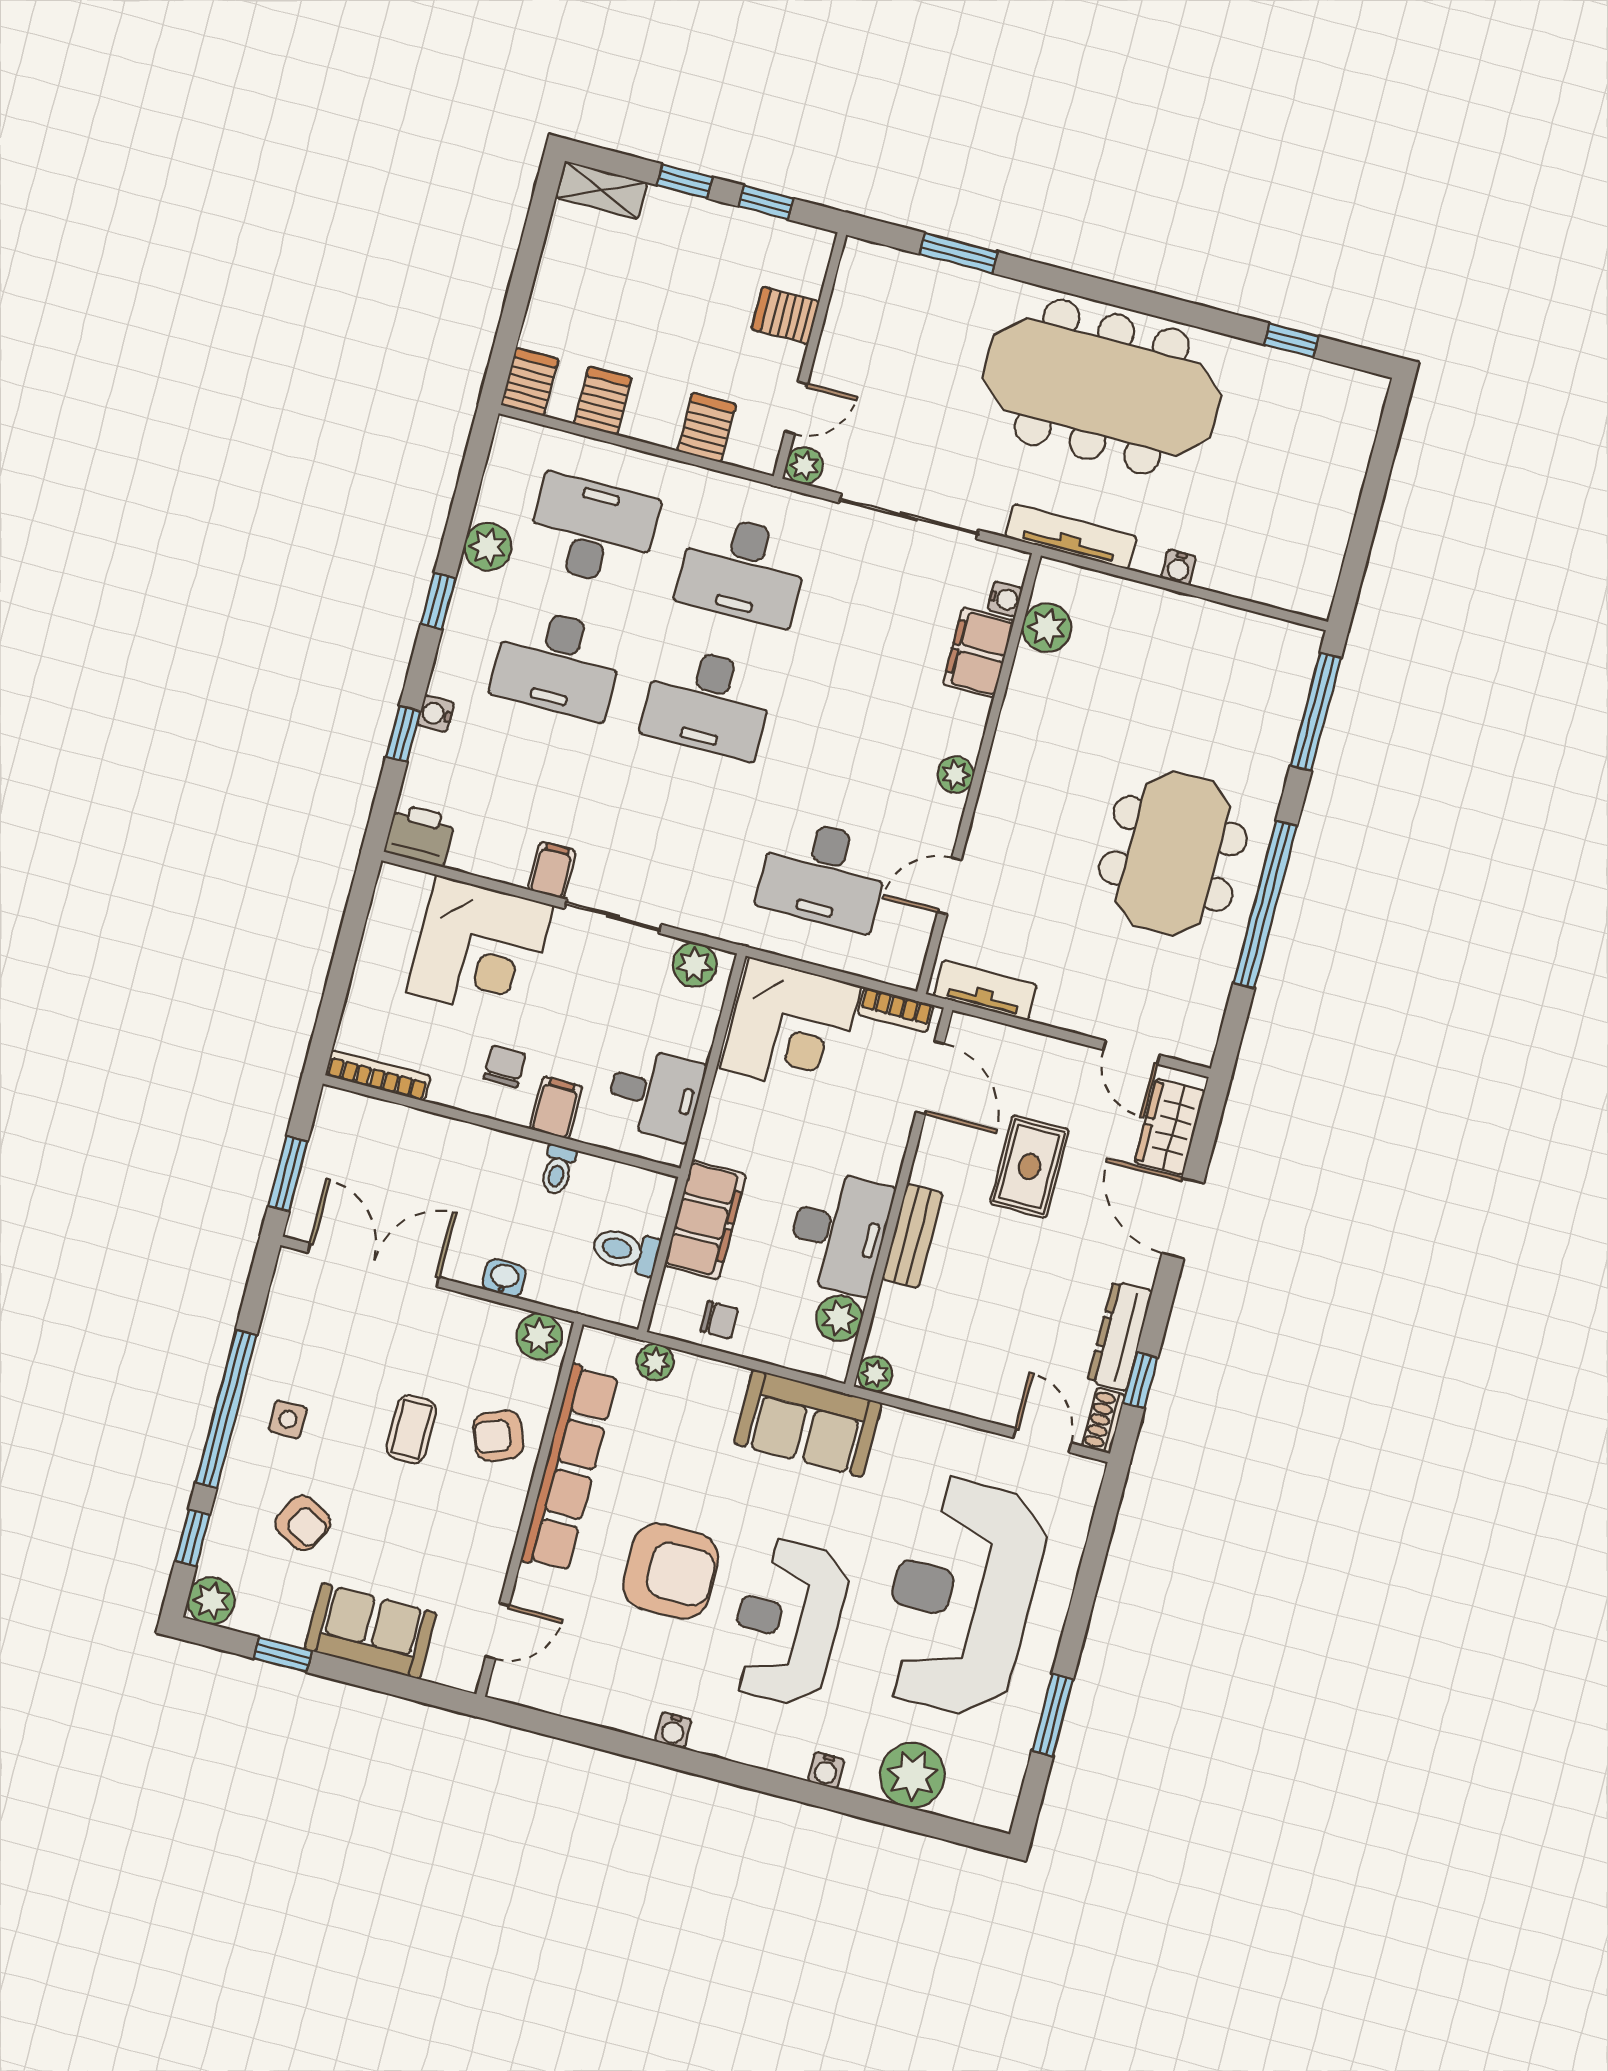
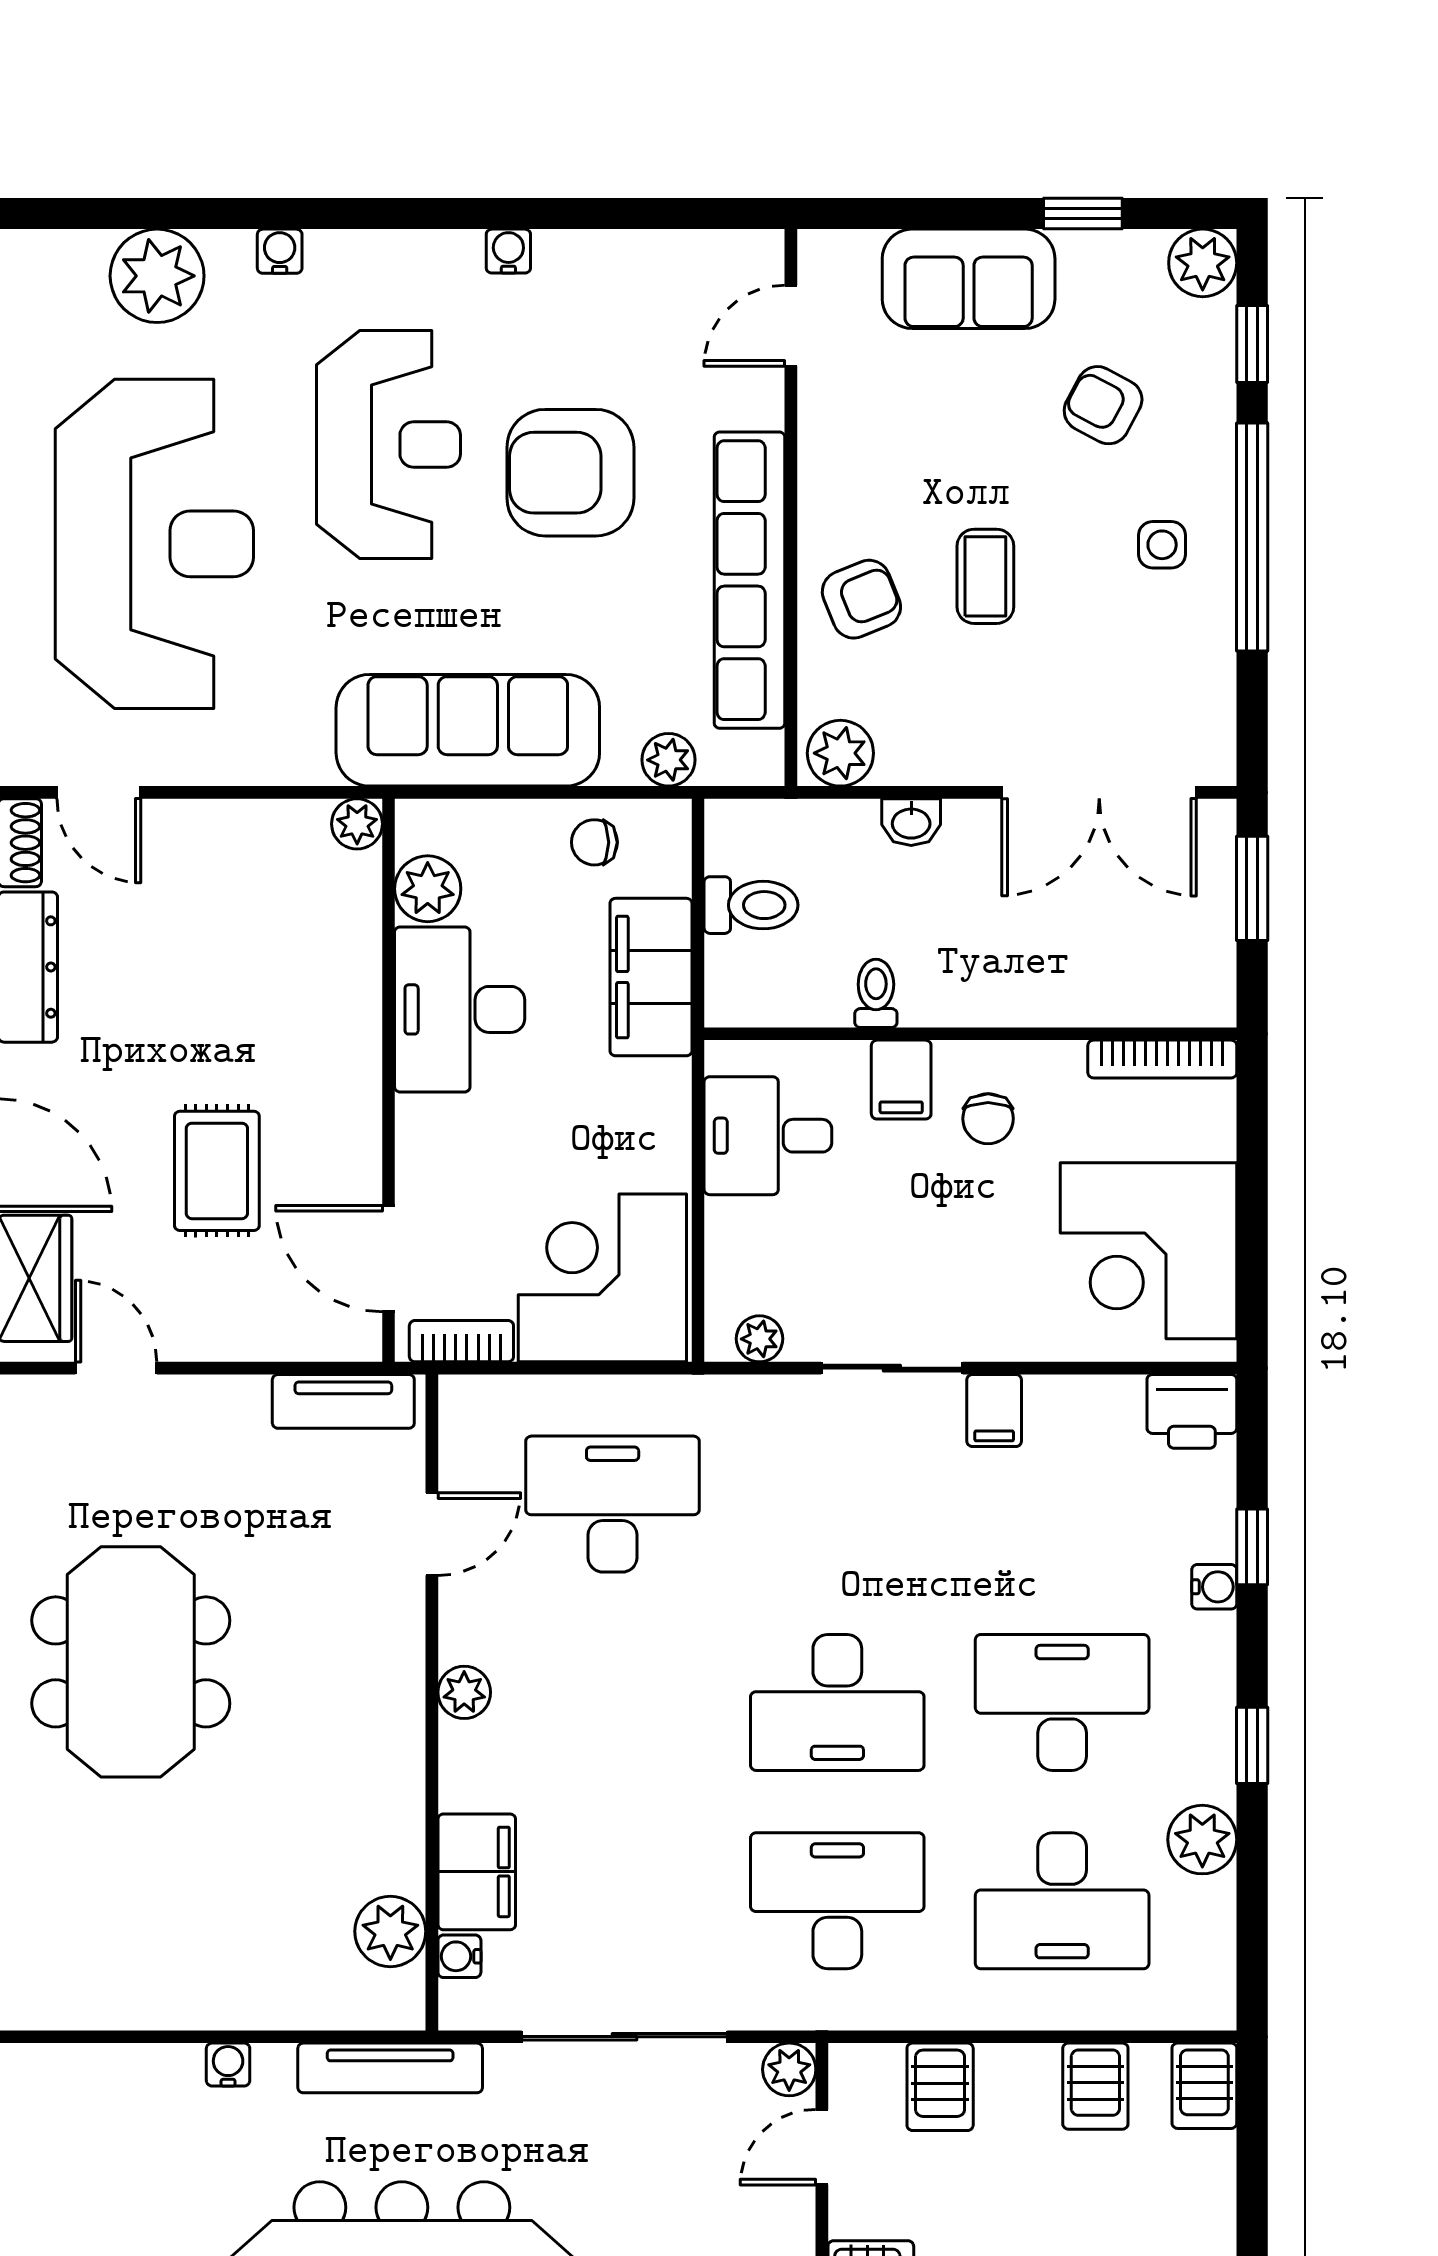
desk: (708, 703) -> (837, 1702), turned 180
corner desk: (480, 949) -> (1149, 1251), moved, turned -90
plant: (695, 965) -> (760, 1339), width x0.73, depth x0.73
bench: (912, 1236) -> (355, 1031), removed
sofa: (808, 1423) -> (468, 730), width x1.36

